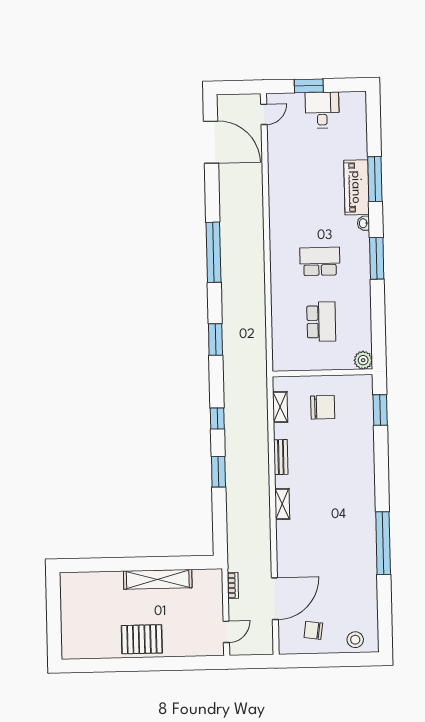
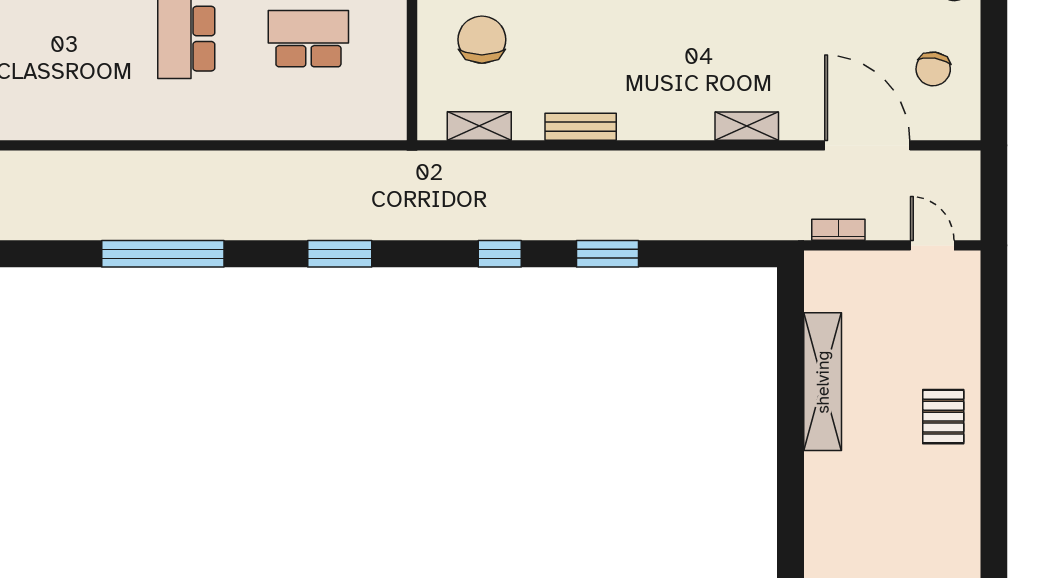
shelving: (282, 504) -> (747, 126), moved
pallet: (142, 639) -> (943, 417), width x0.67, depth x0.71

